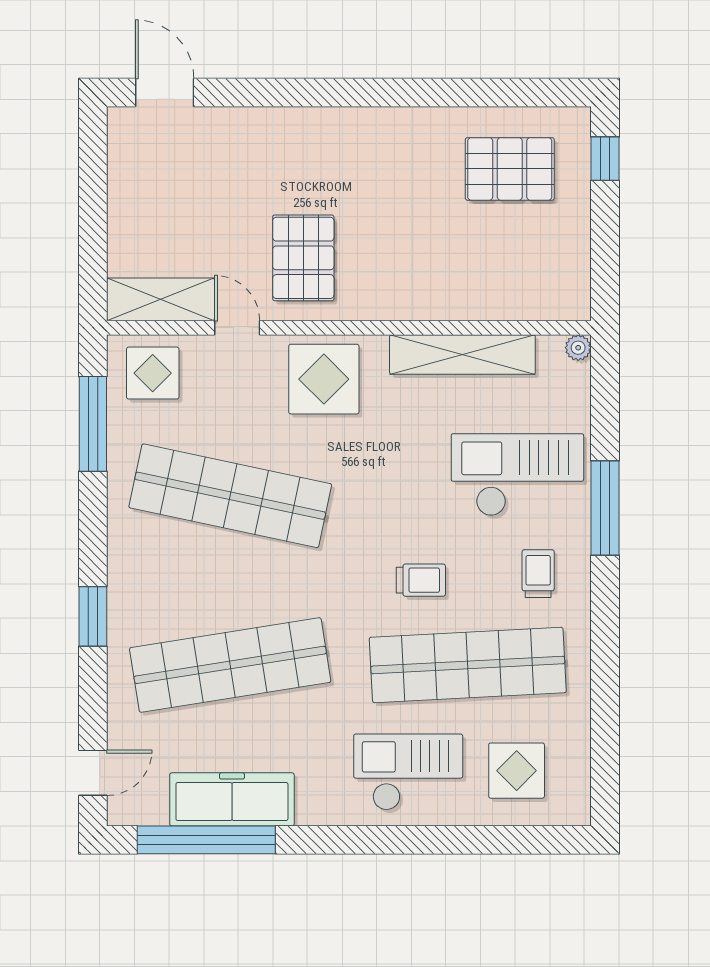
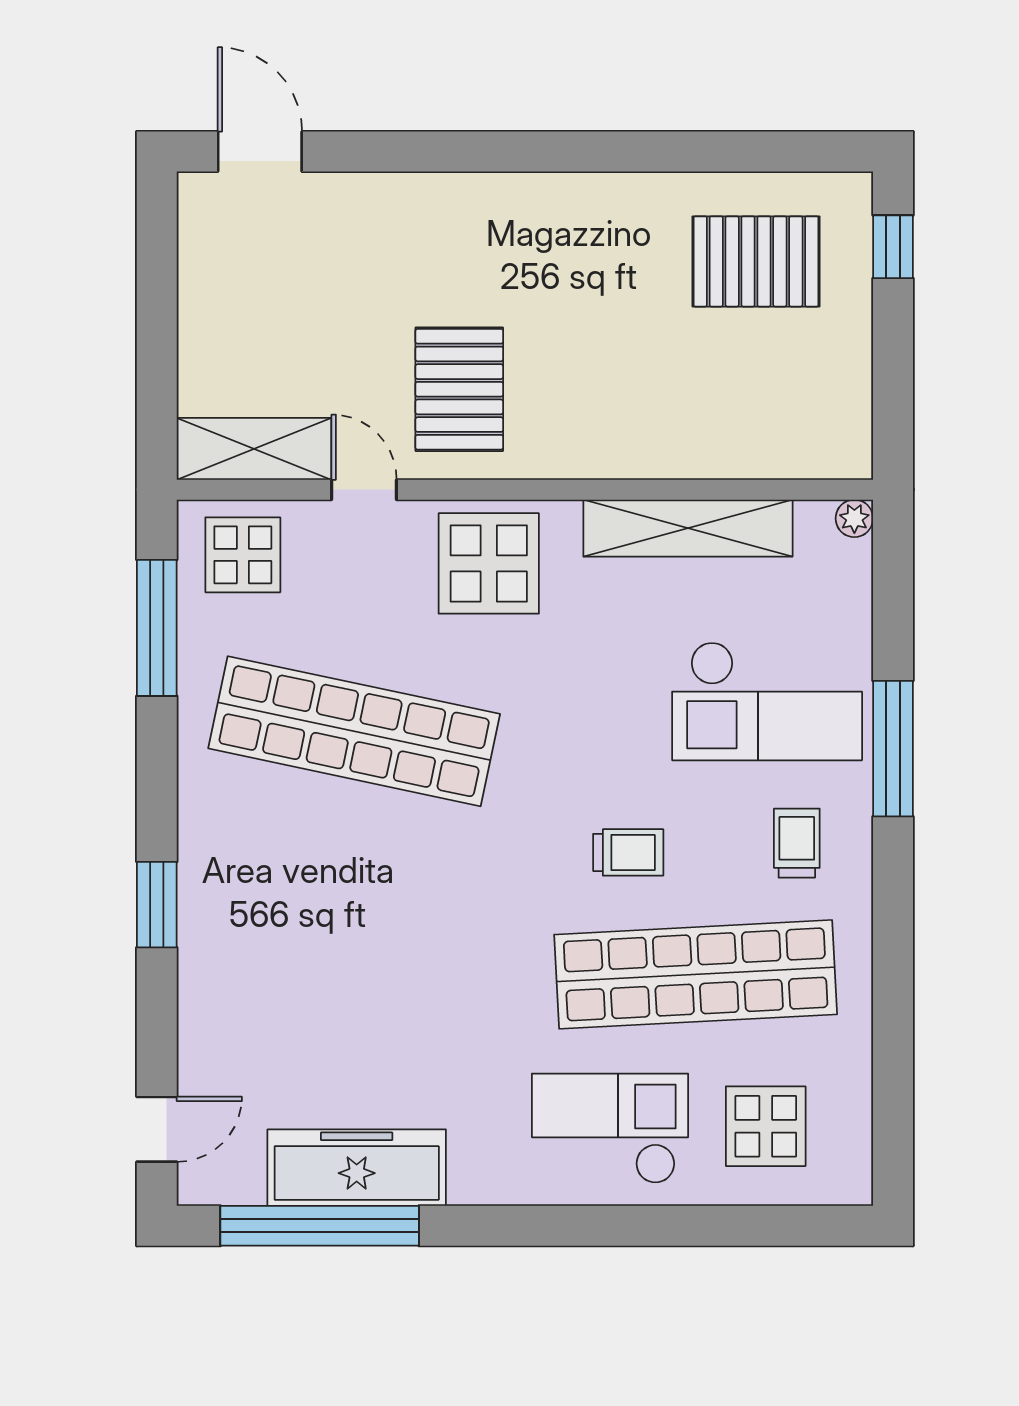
checkout: (517, 475) -> (767, 701), turned 180
shop shelf: (230, 665) -> (354, 974), removed

